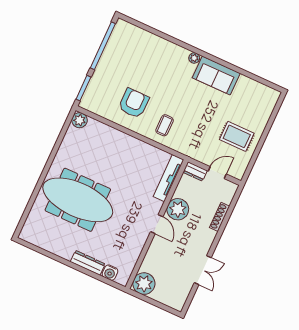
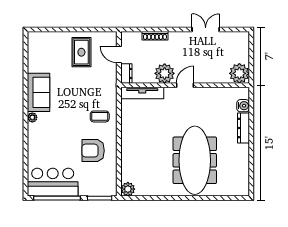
bar counter: (121, 49) -> (53, 182), added

